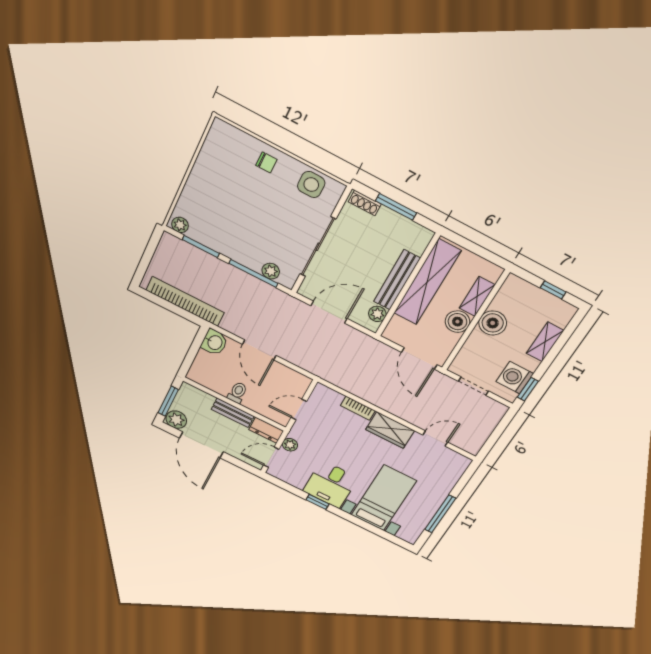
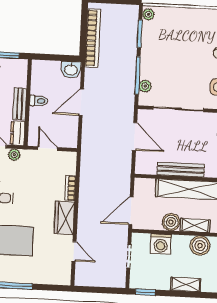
plant: (377, 314) -> (150, 168), removed
boiler: (493, 323) -> (200, 246), moved
washing machine: (515, 378) -> (161, 244), moved, turned 180

